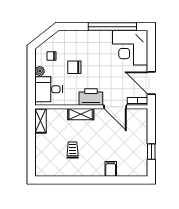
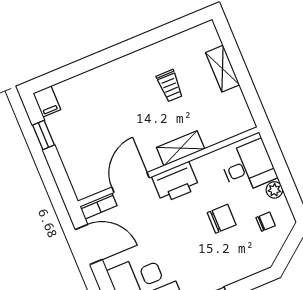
door: (115, 107) -> (131, 182), hinge flipped
shelving: (41, 121) -> (223, 69), moved
filing cabinet: (111, 169) -> (47, 101), moved

